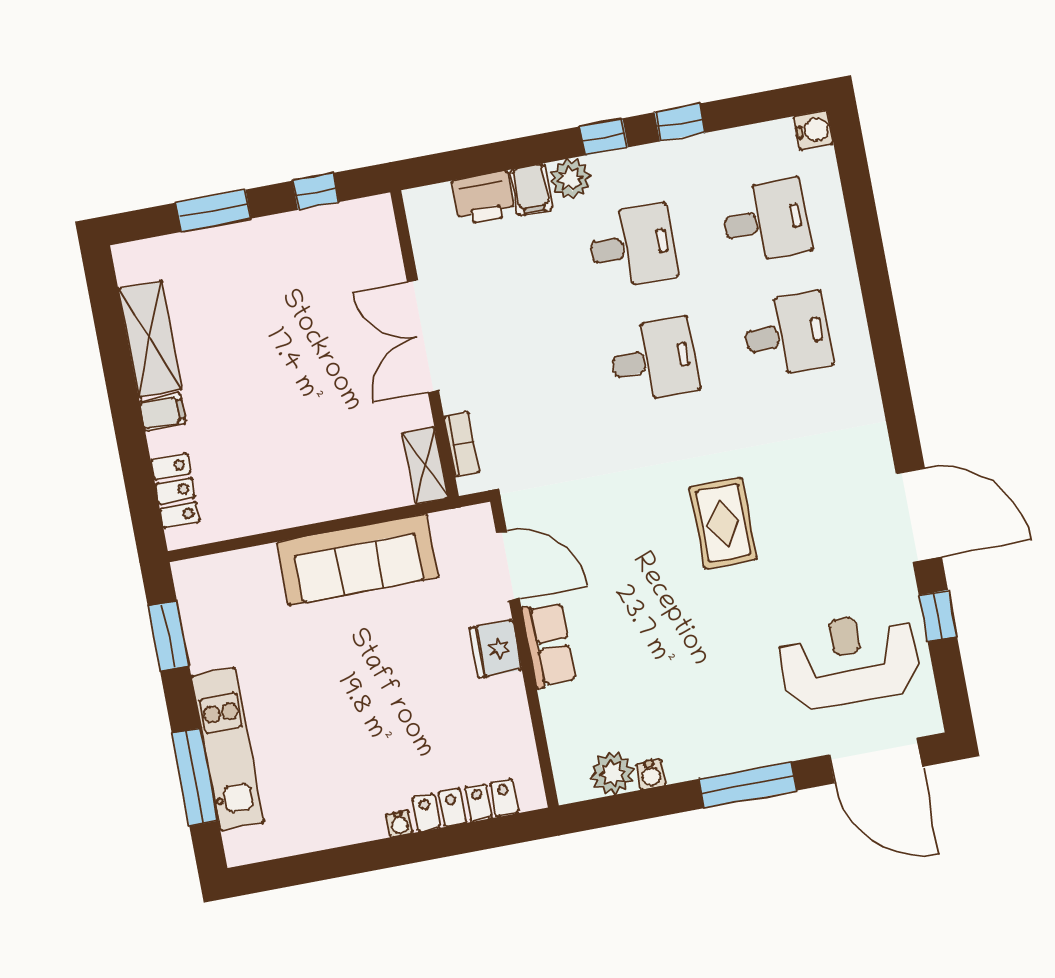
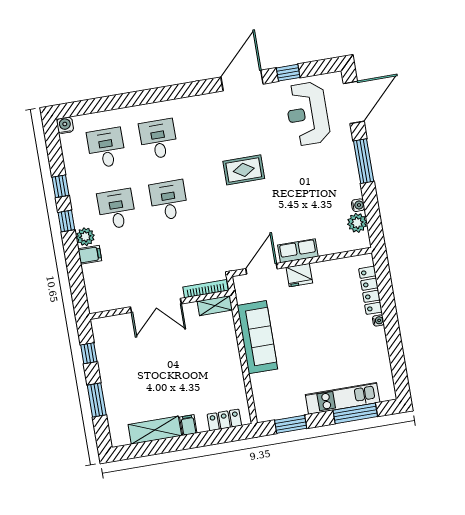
printer: (483, 198) -> (93, 277), removed
bookcase: (462, 444) -> (205, 289), width x1.56

